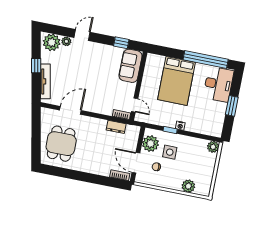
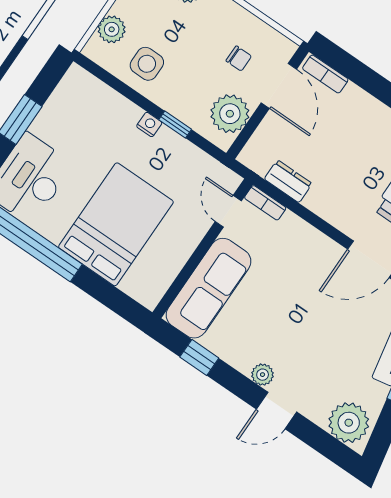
plant: (66, 41) -> (263, 375), moved
sofa: (130, 66) -> (209, 288), width x1.36
plant: (213, 147) -> (112, 29), moved
side table: (170, 152) -> (147, 64), moved

